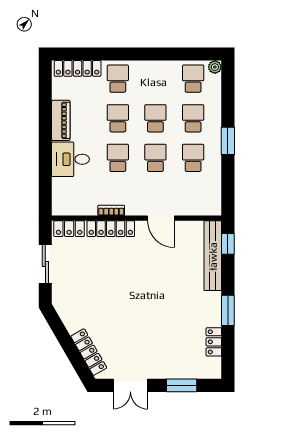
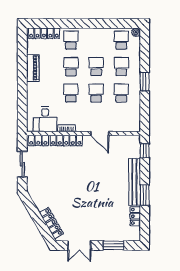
desk: (71, 159) -> (45, 119), moved, turned -90
bench: (213, 256) -> (134, 182), moved

